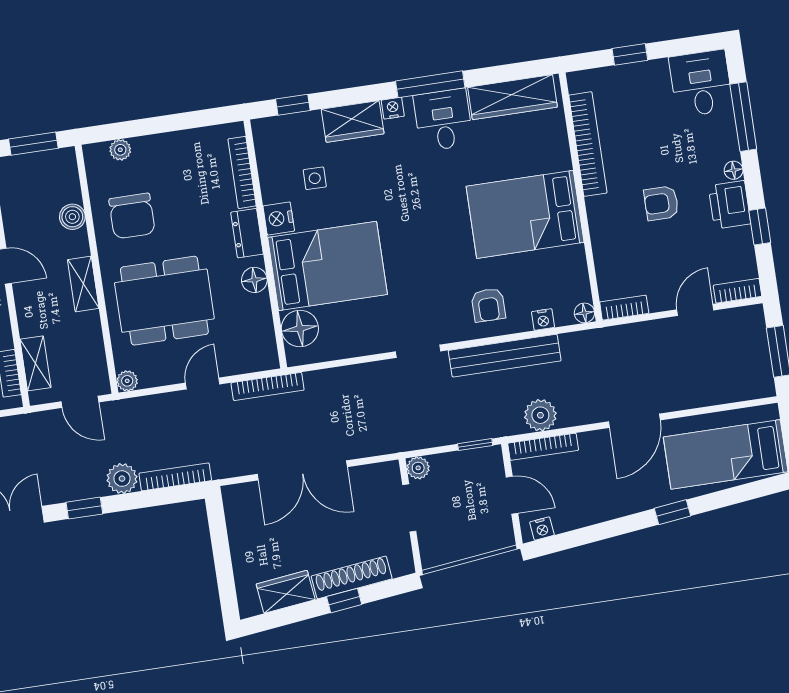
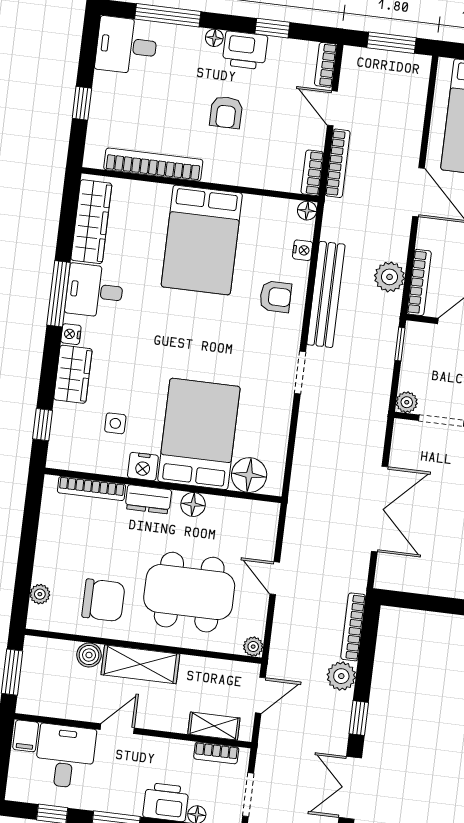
shelving: (83, 284) -> (140, 664), width x1.50, depth x1.33
dining table: (164, 301) -> (189, 592), turned 90
bookcase: (268, 386) -> (338, 163), moved

